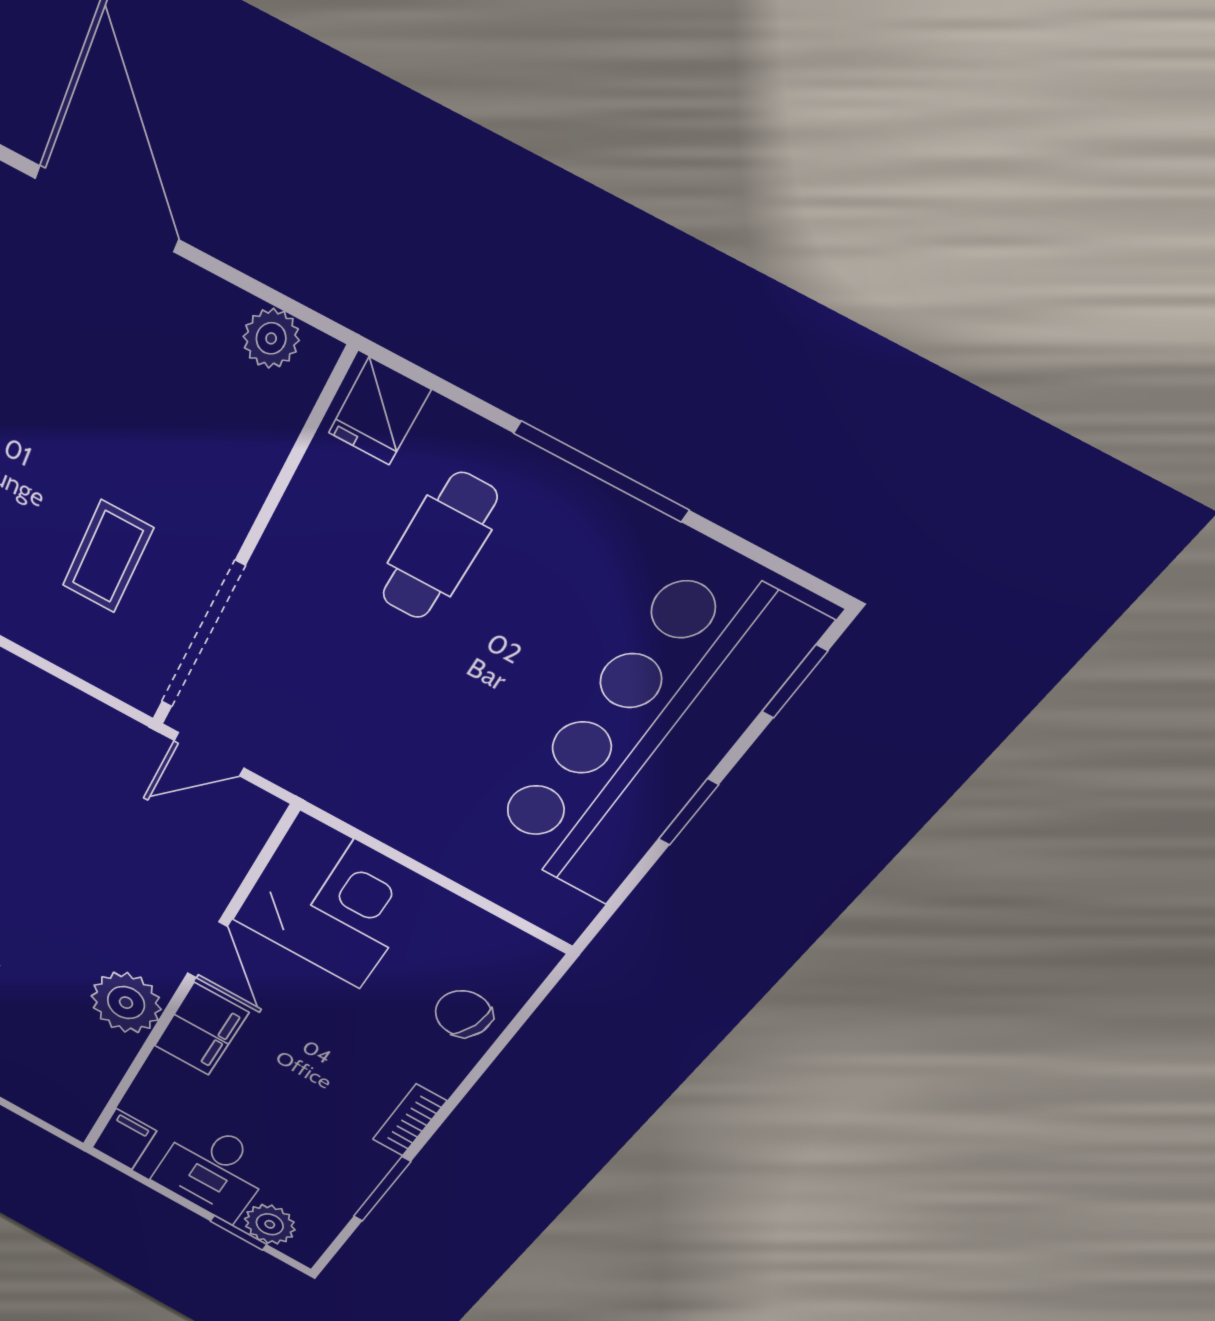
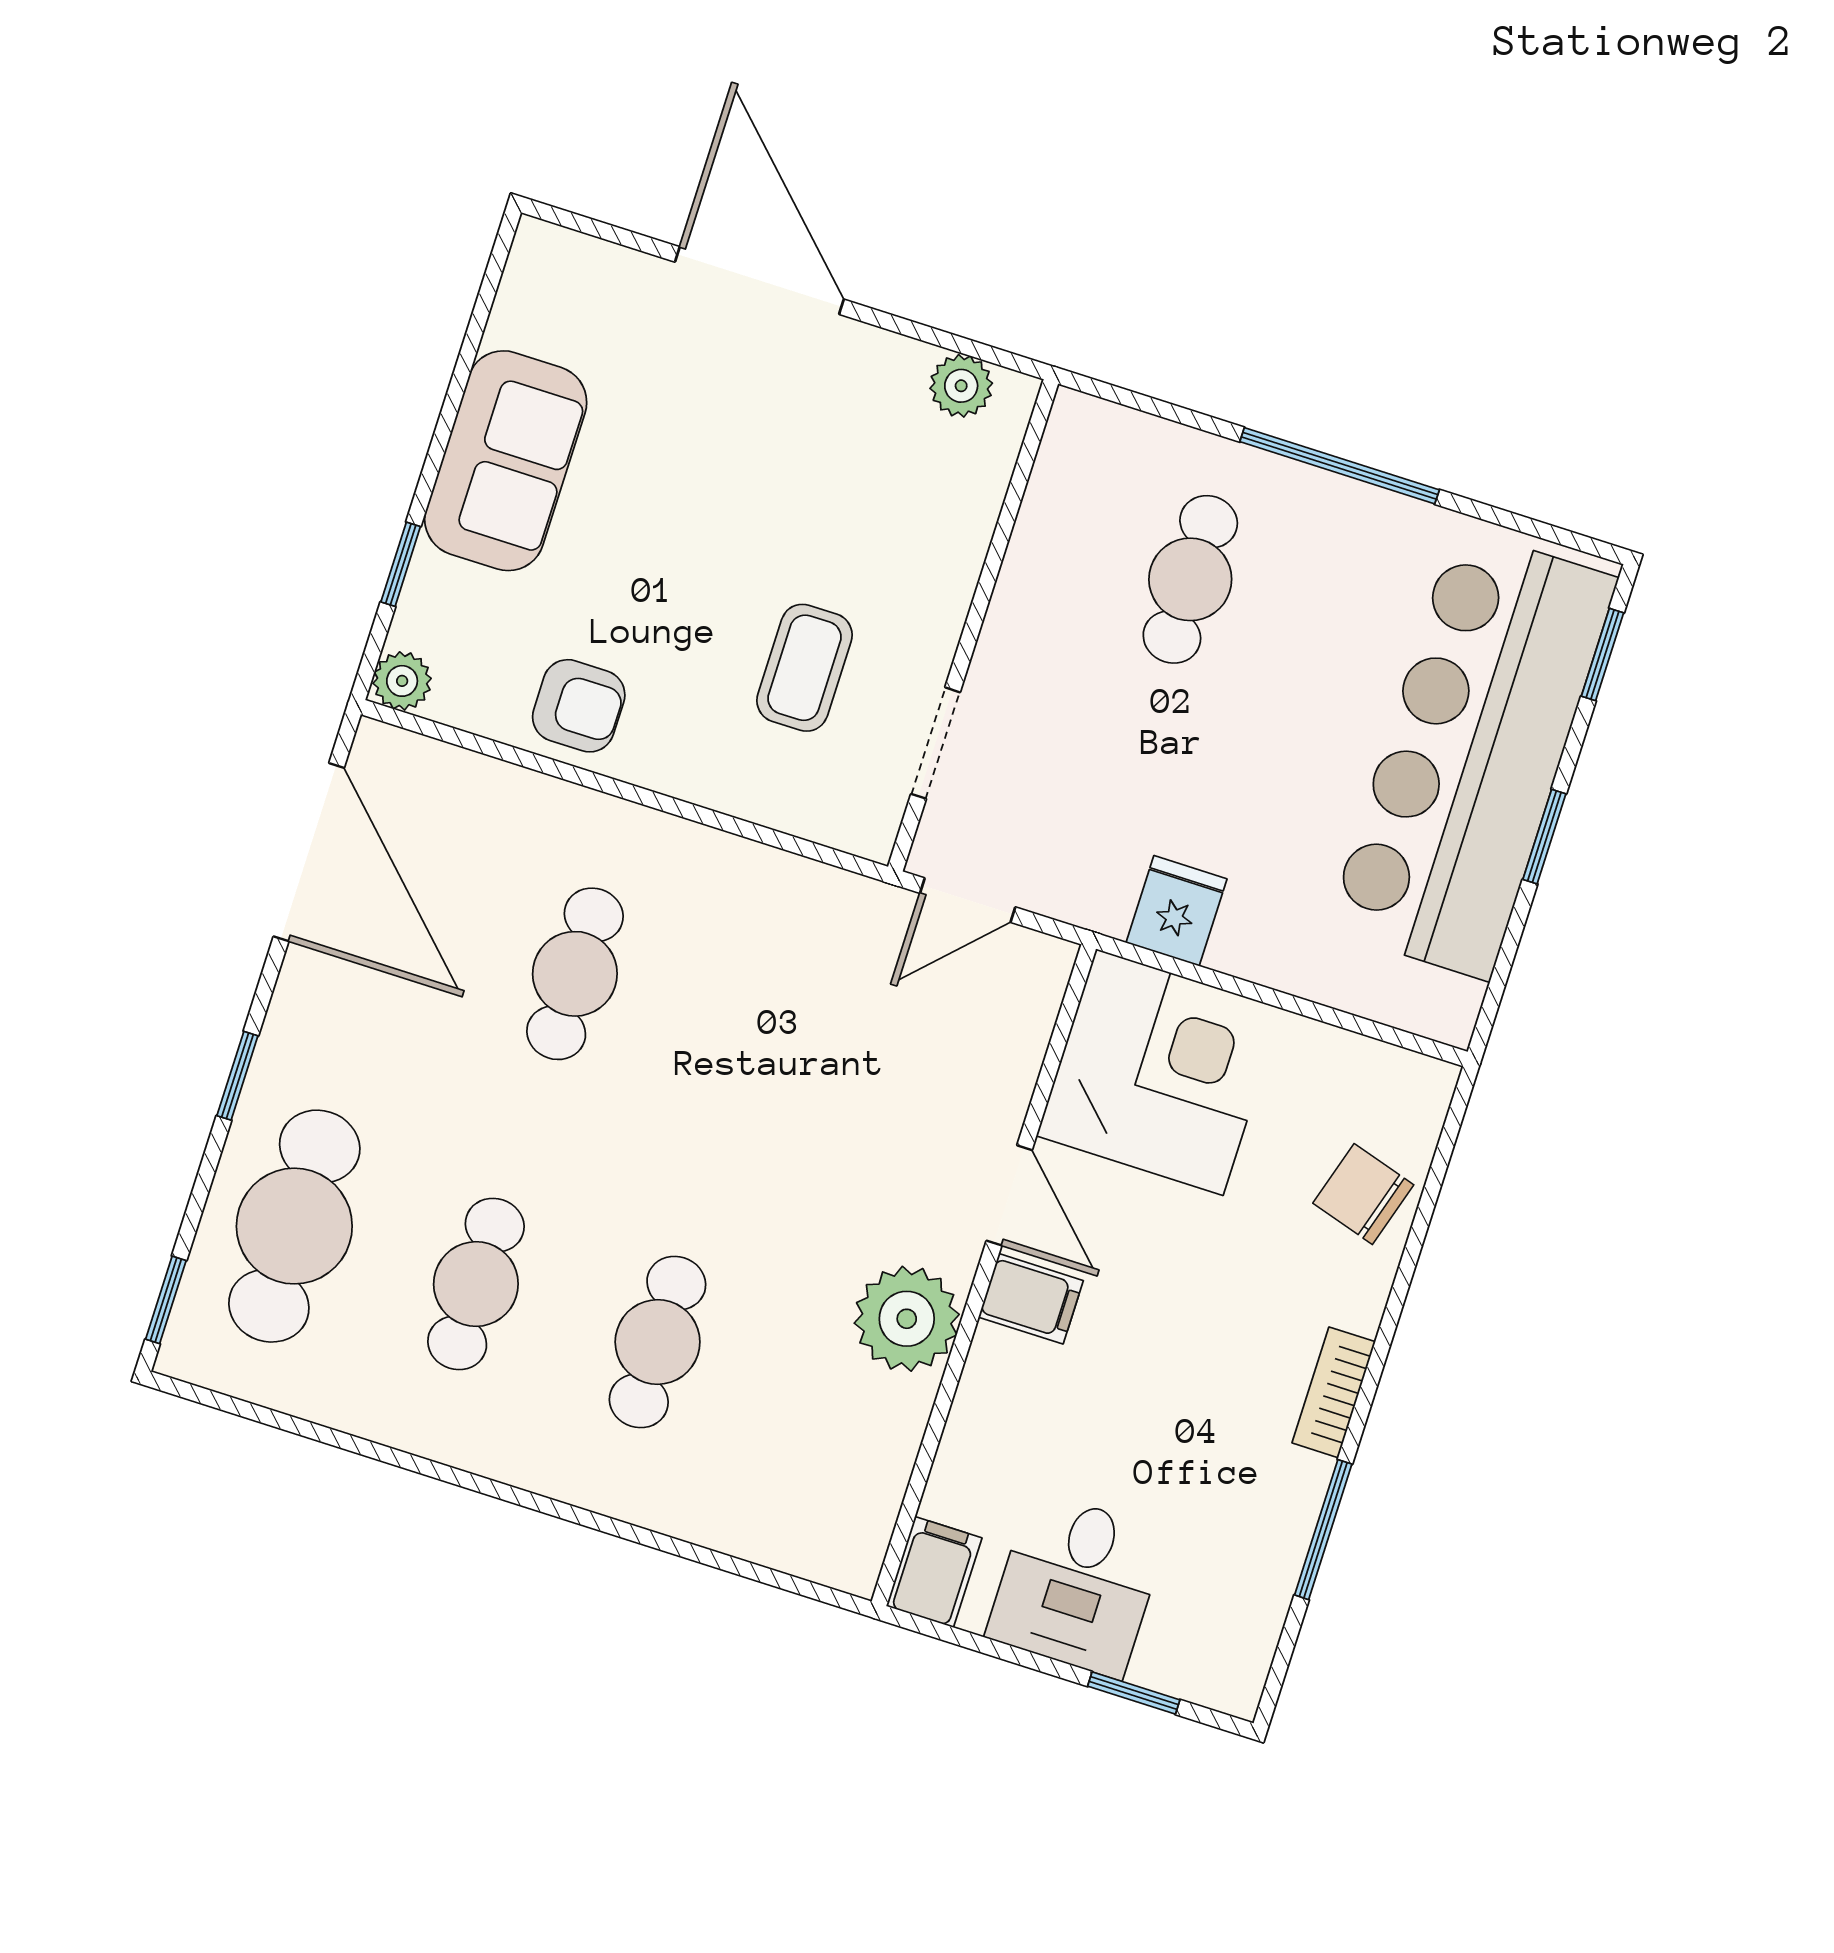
fridge: (379, 411) -> (1176, 911), moved, turned 180
doorway: (202, 636) -> (936, 743), width x0.53
filing cabinet: (201, 1029) -> (1031, 1299), width x0.50
plant: (270, 1224) -> (1177, 1658), removed

